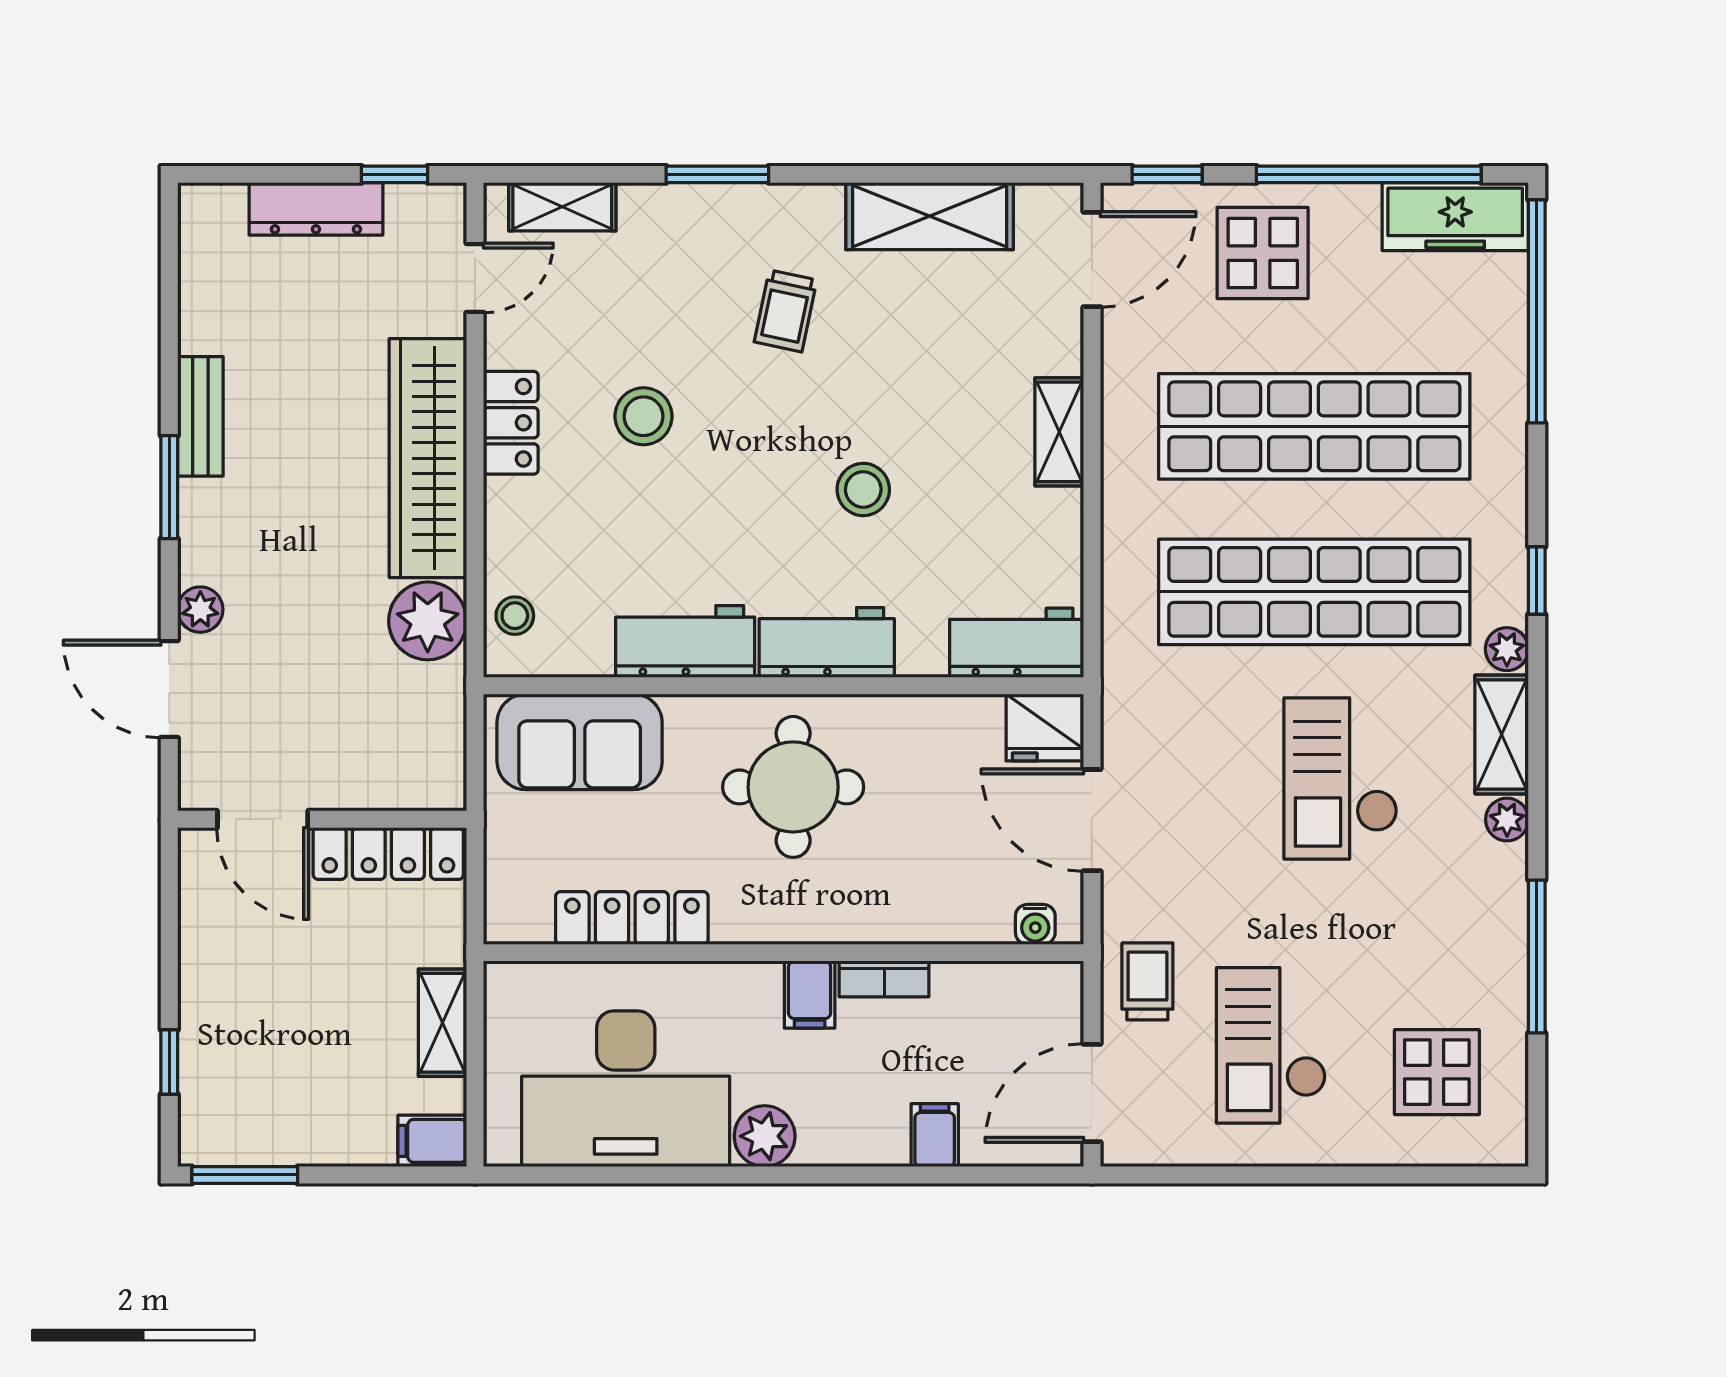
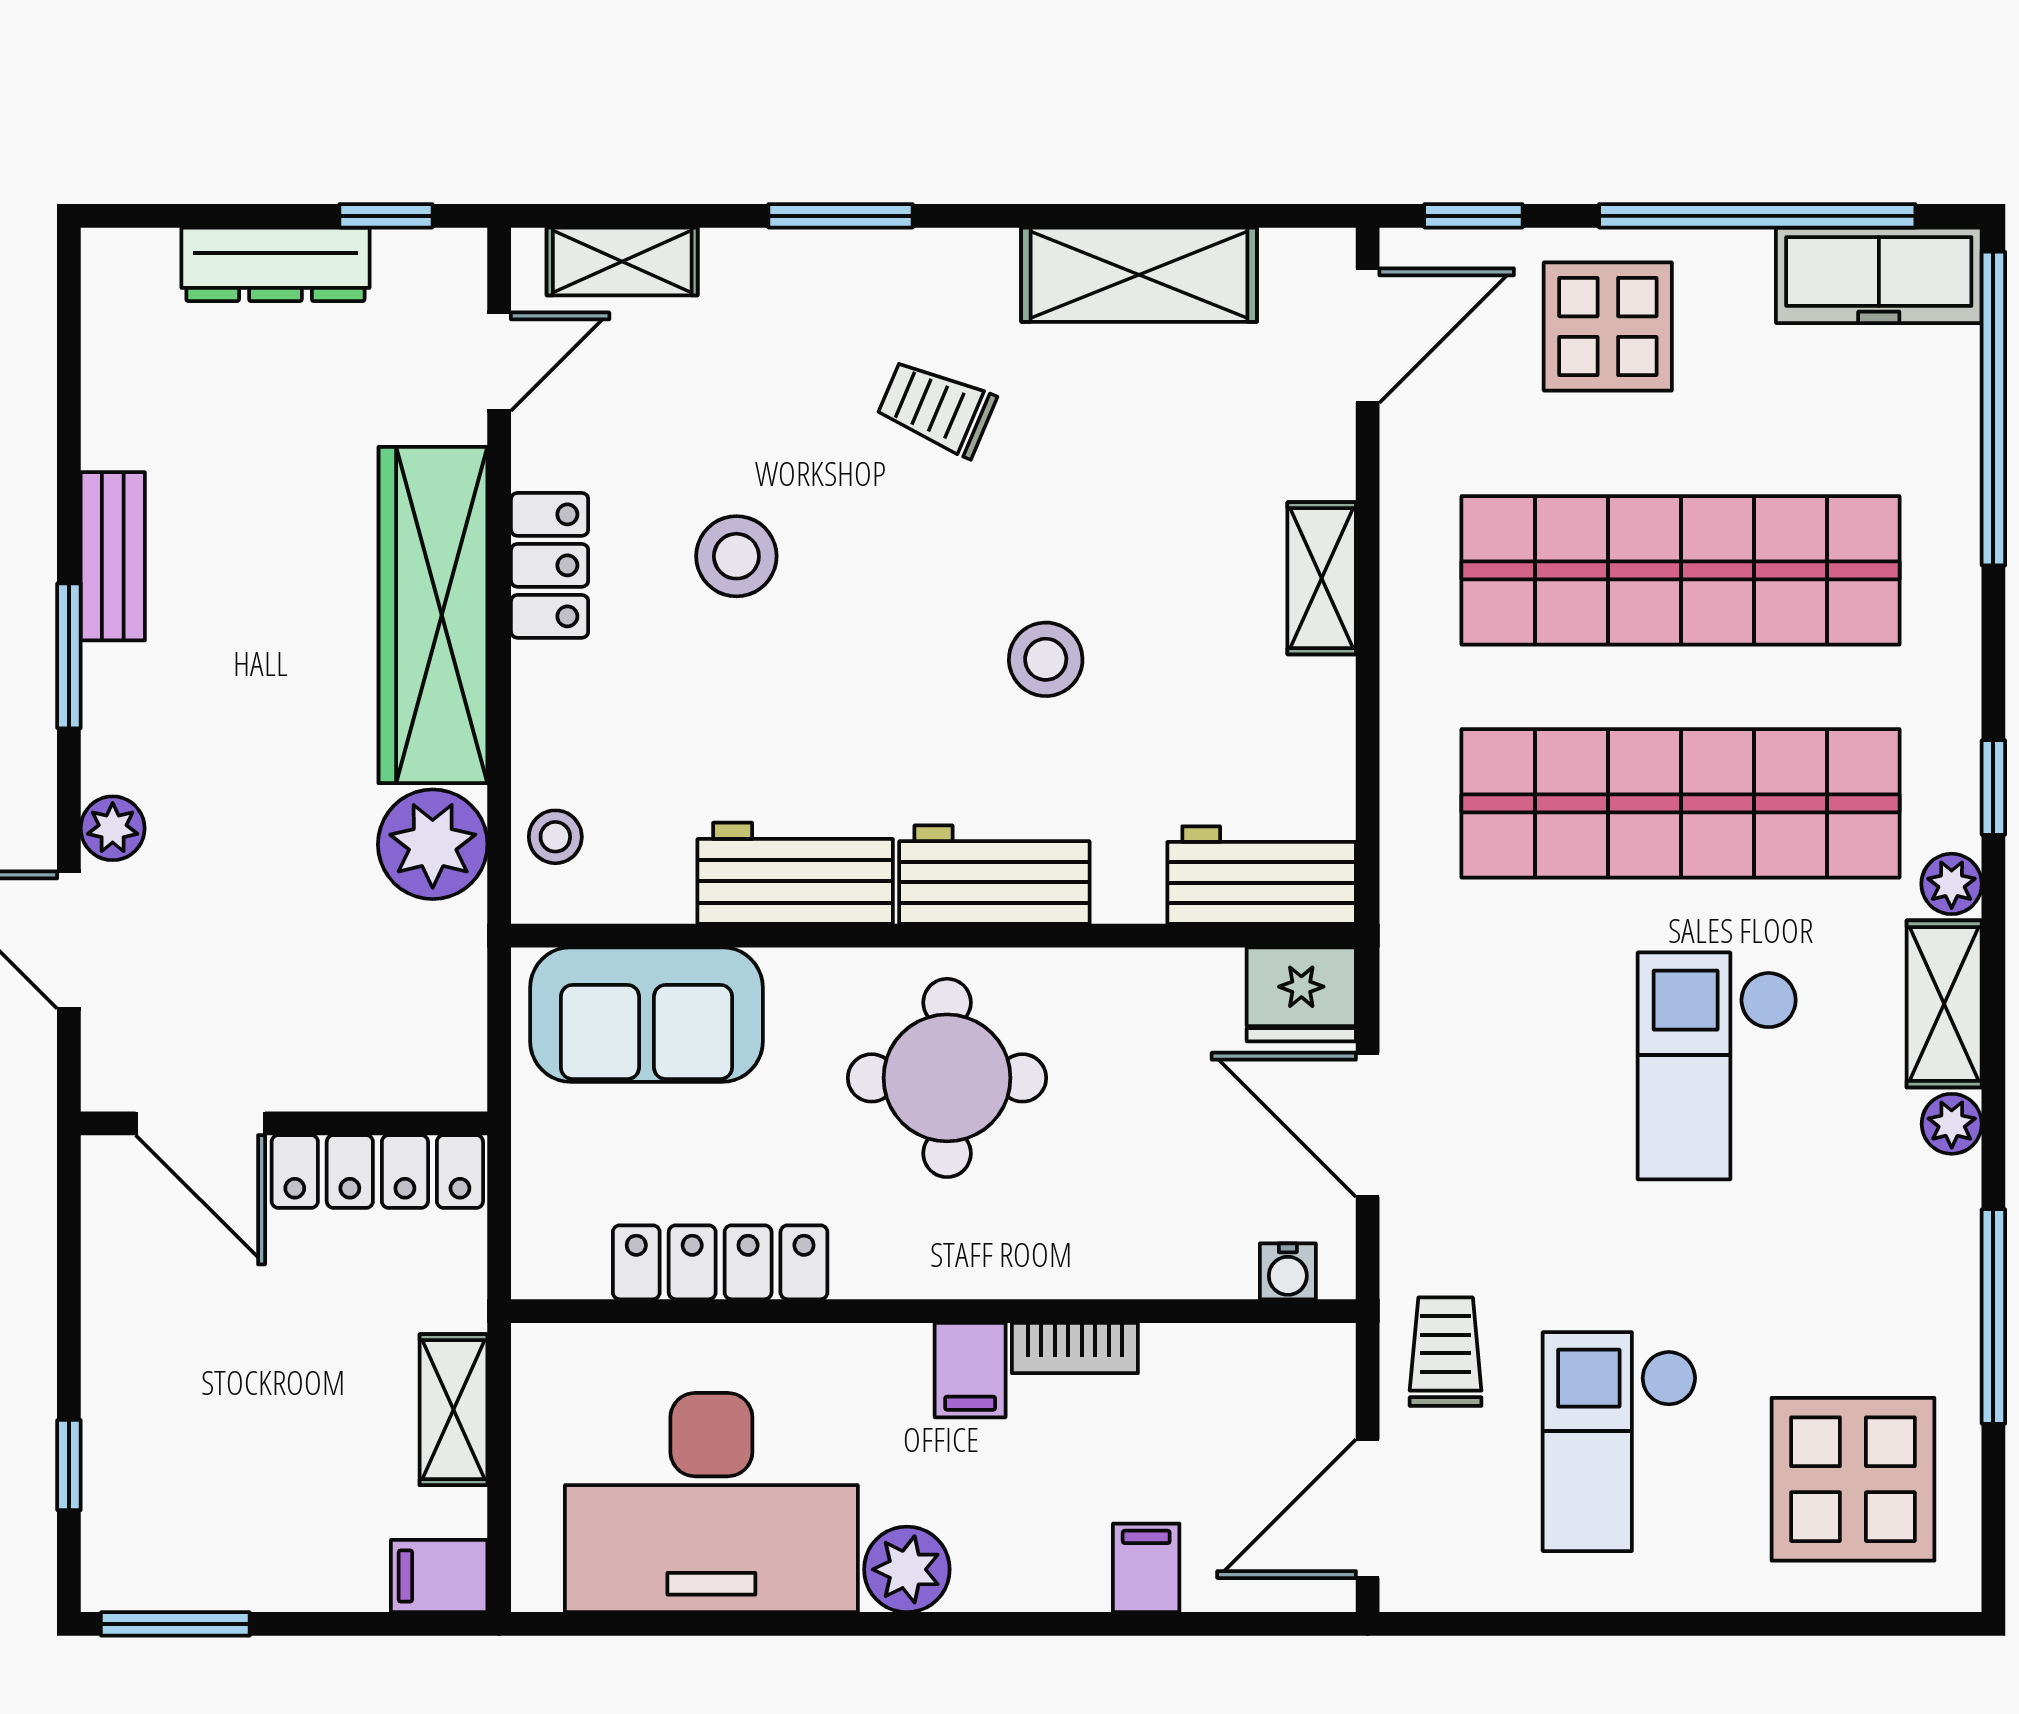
trolley: (786, 311) -> (936, 408), turned 101
display table: (1437, 1072) -> (1853, 1479), width x1.36, depth x1.36

